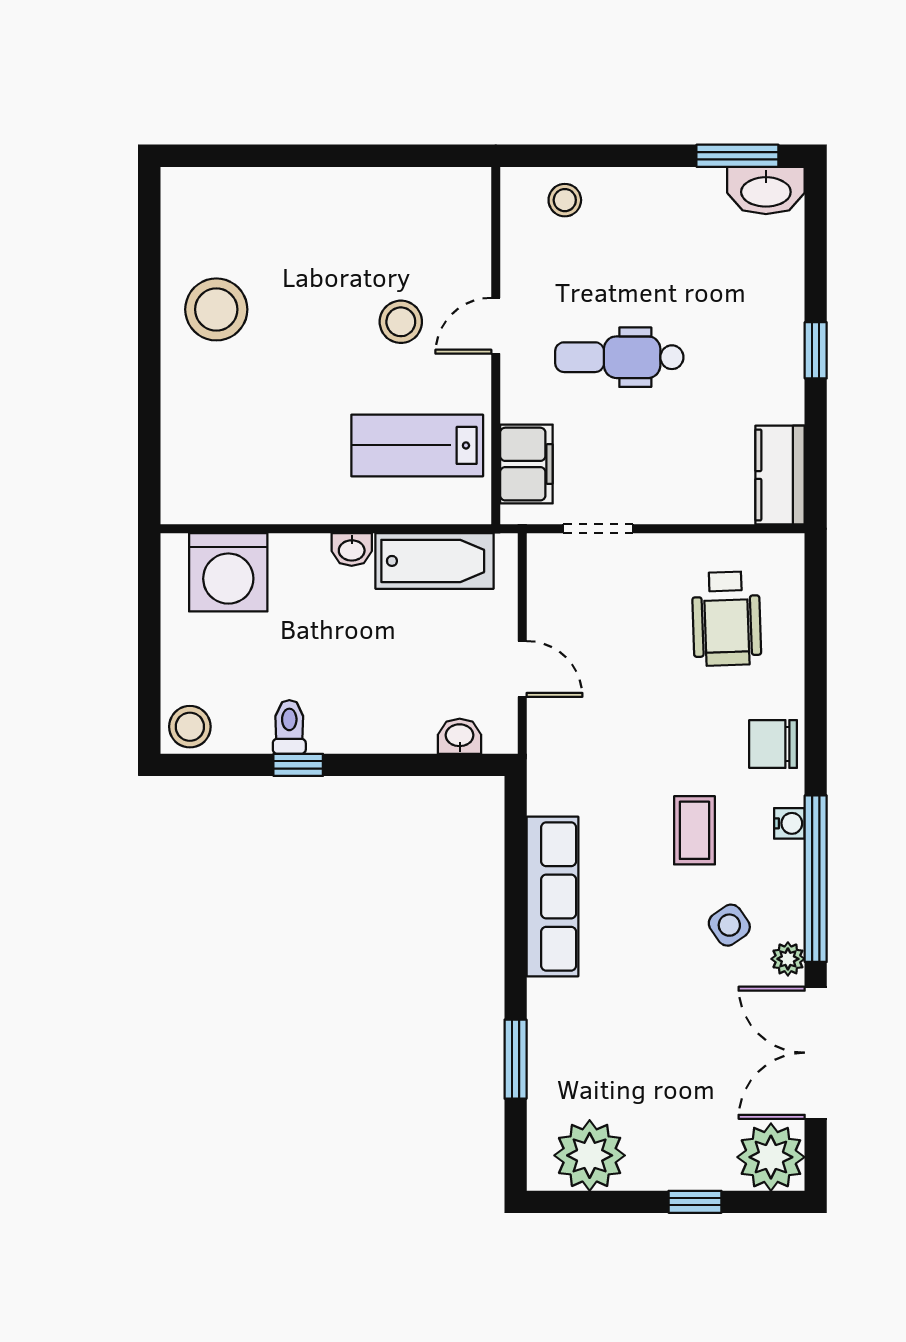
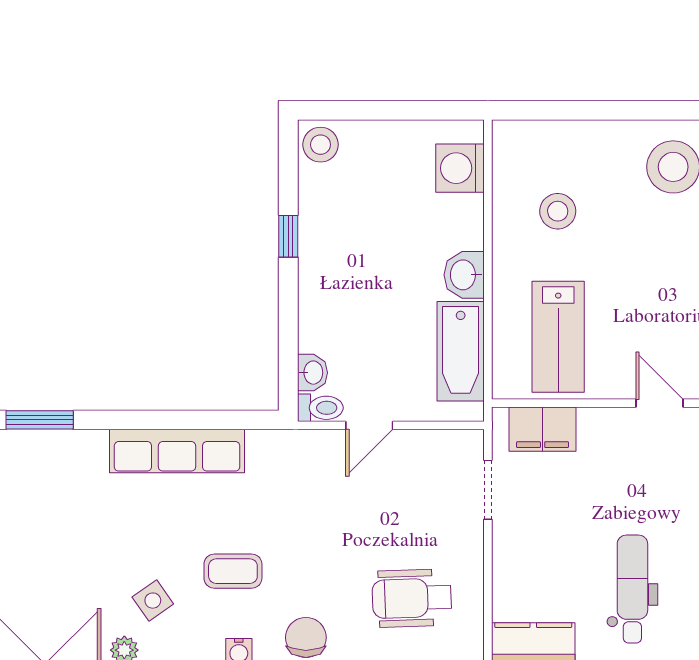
stool: (401, 322) -> (558, 211), moved
dental chair: (619, 357) -> (632, 589), moved
lab bench: (417, 445) -> (558, 337), turned 180
washbasin: (352, 549) -> (464, 275), width x1.38, depth x1.45
washing machine: (228, 572) -> (460, 168), width x0.73, depth x0.73
toilet: (289, 727) -> (320, 408), moved

